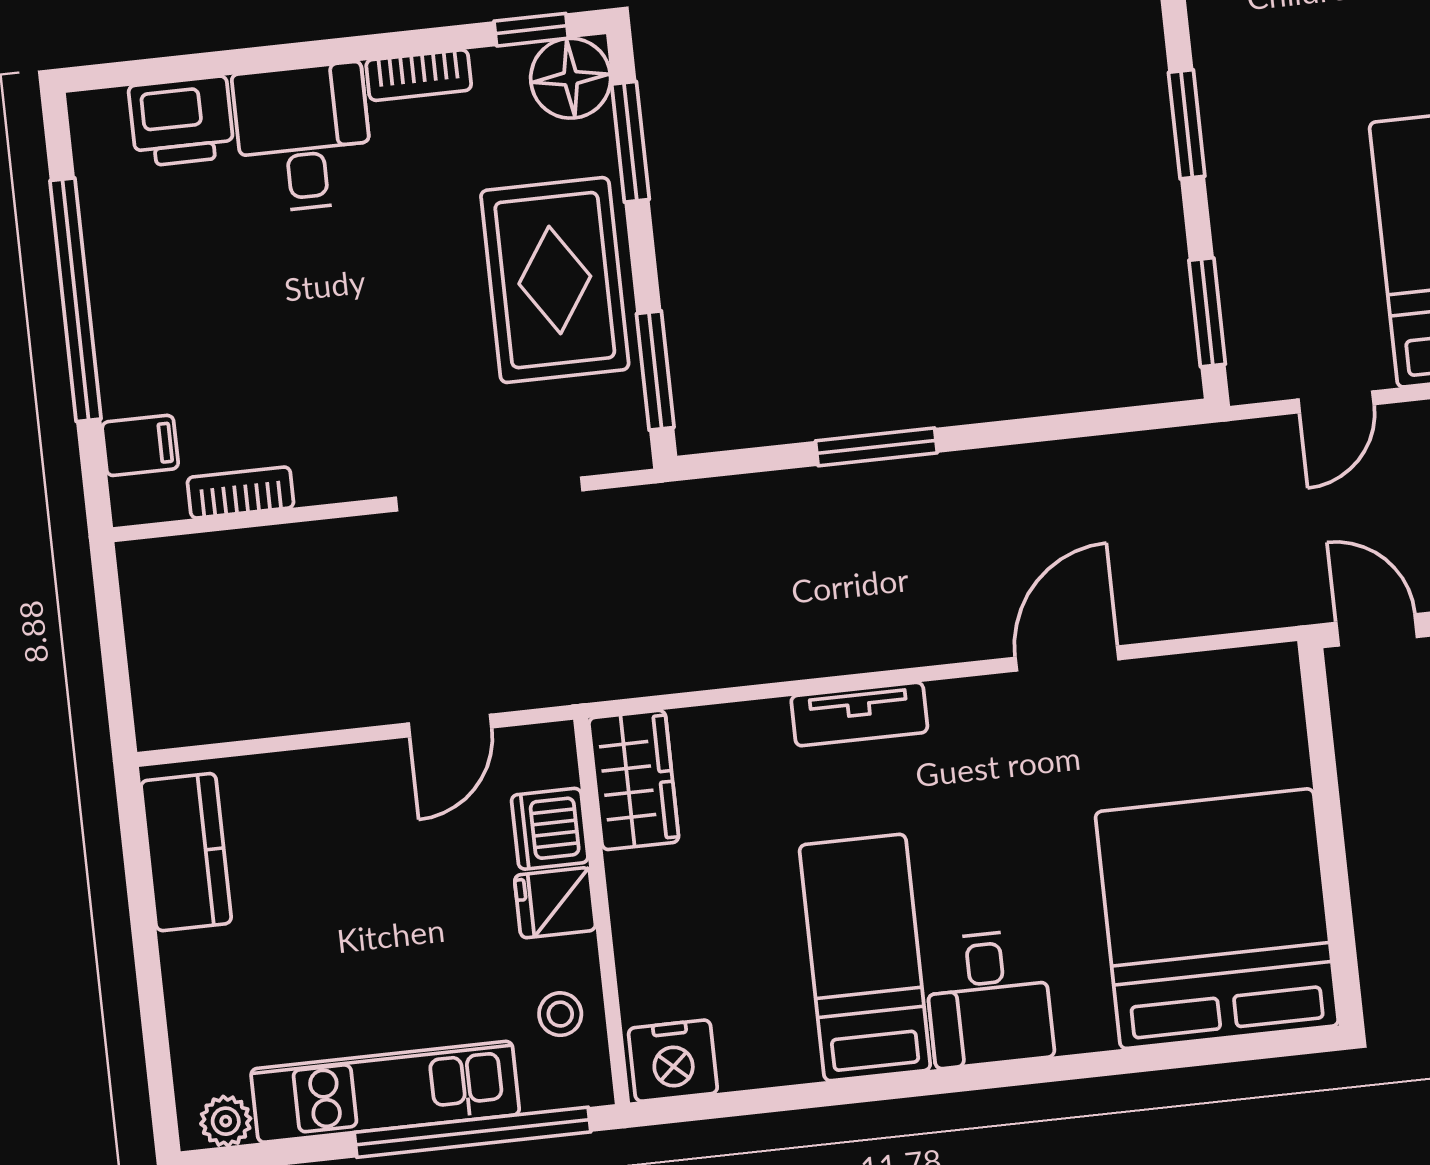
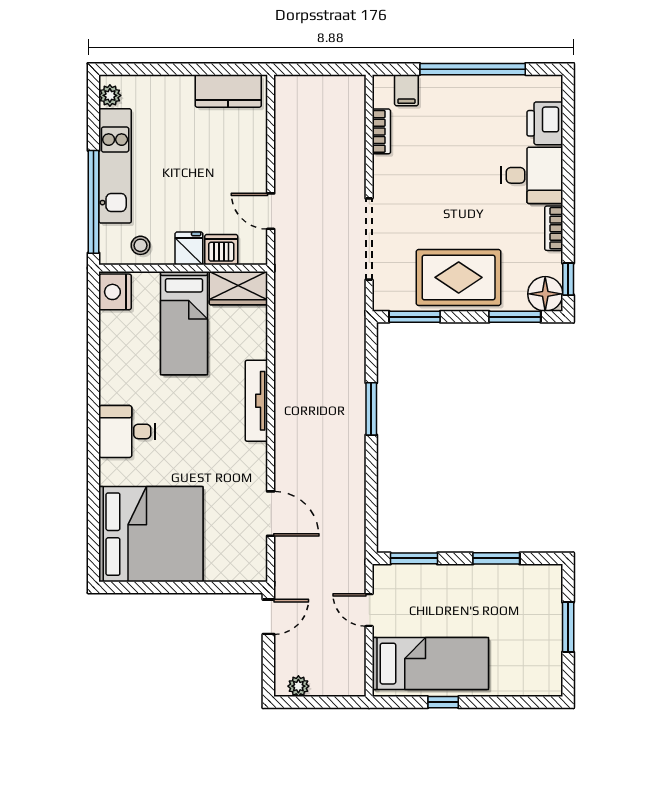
door: (1067, 658) -> (271, 514), moved
tv unit: (859, 714) -> (256, 401), width x1.41
bed: (865, 957) -> (184, 323), moved, turned 90

